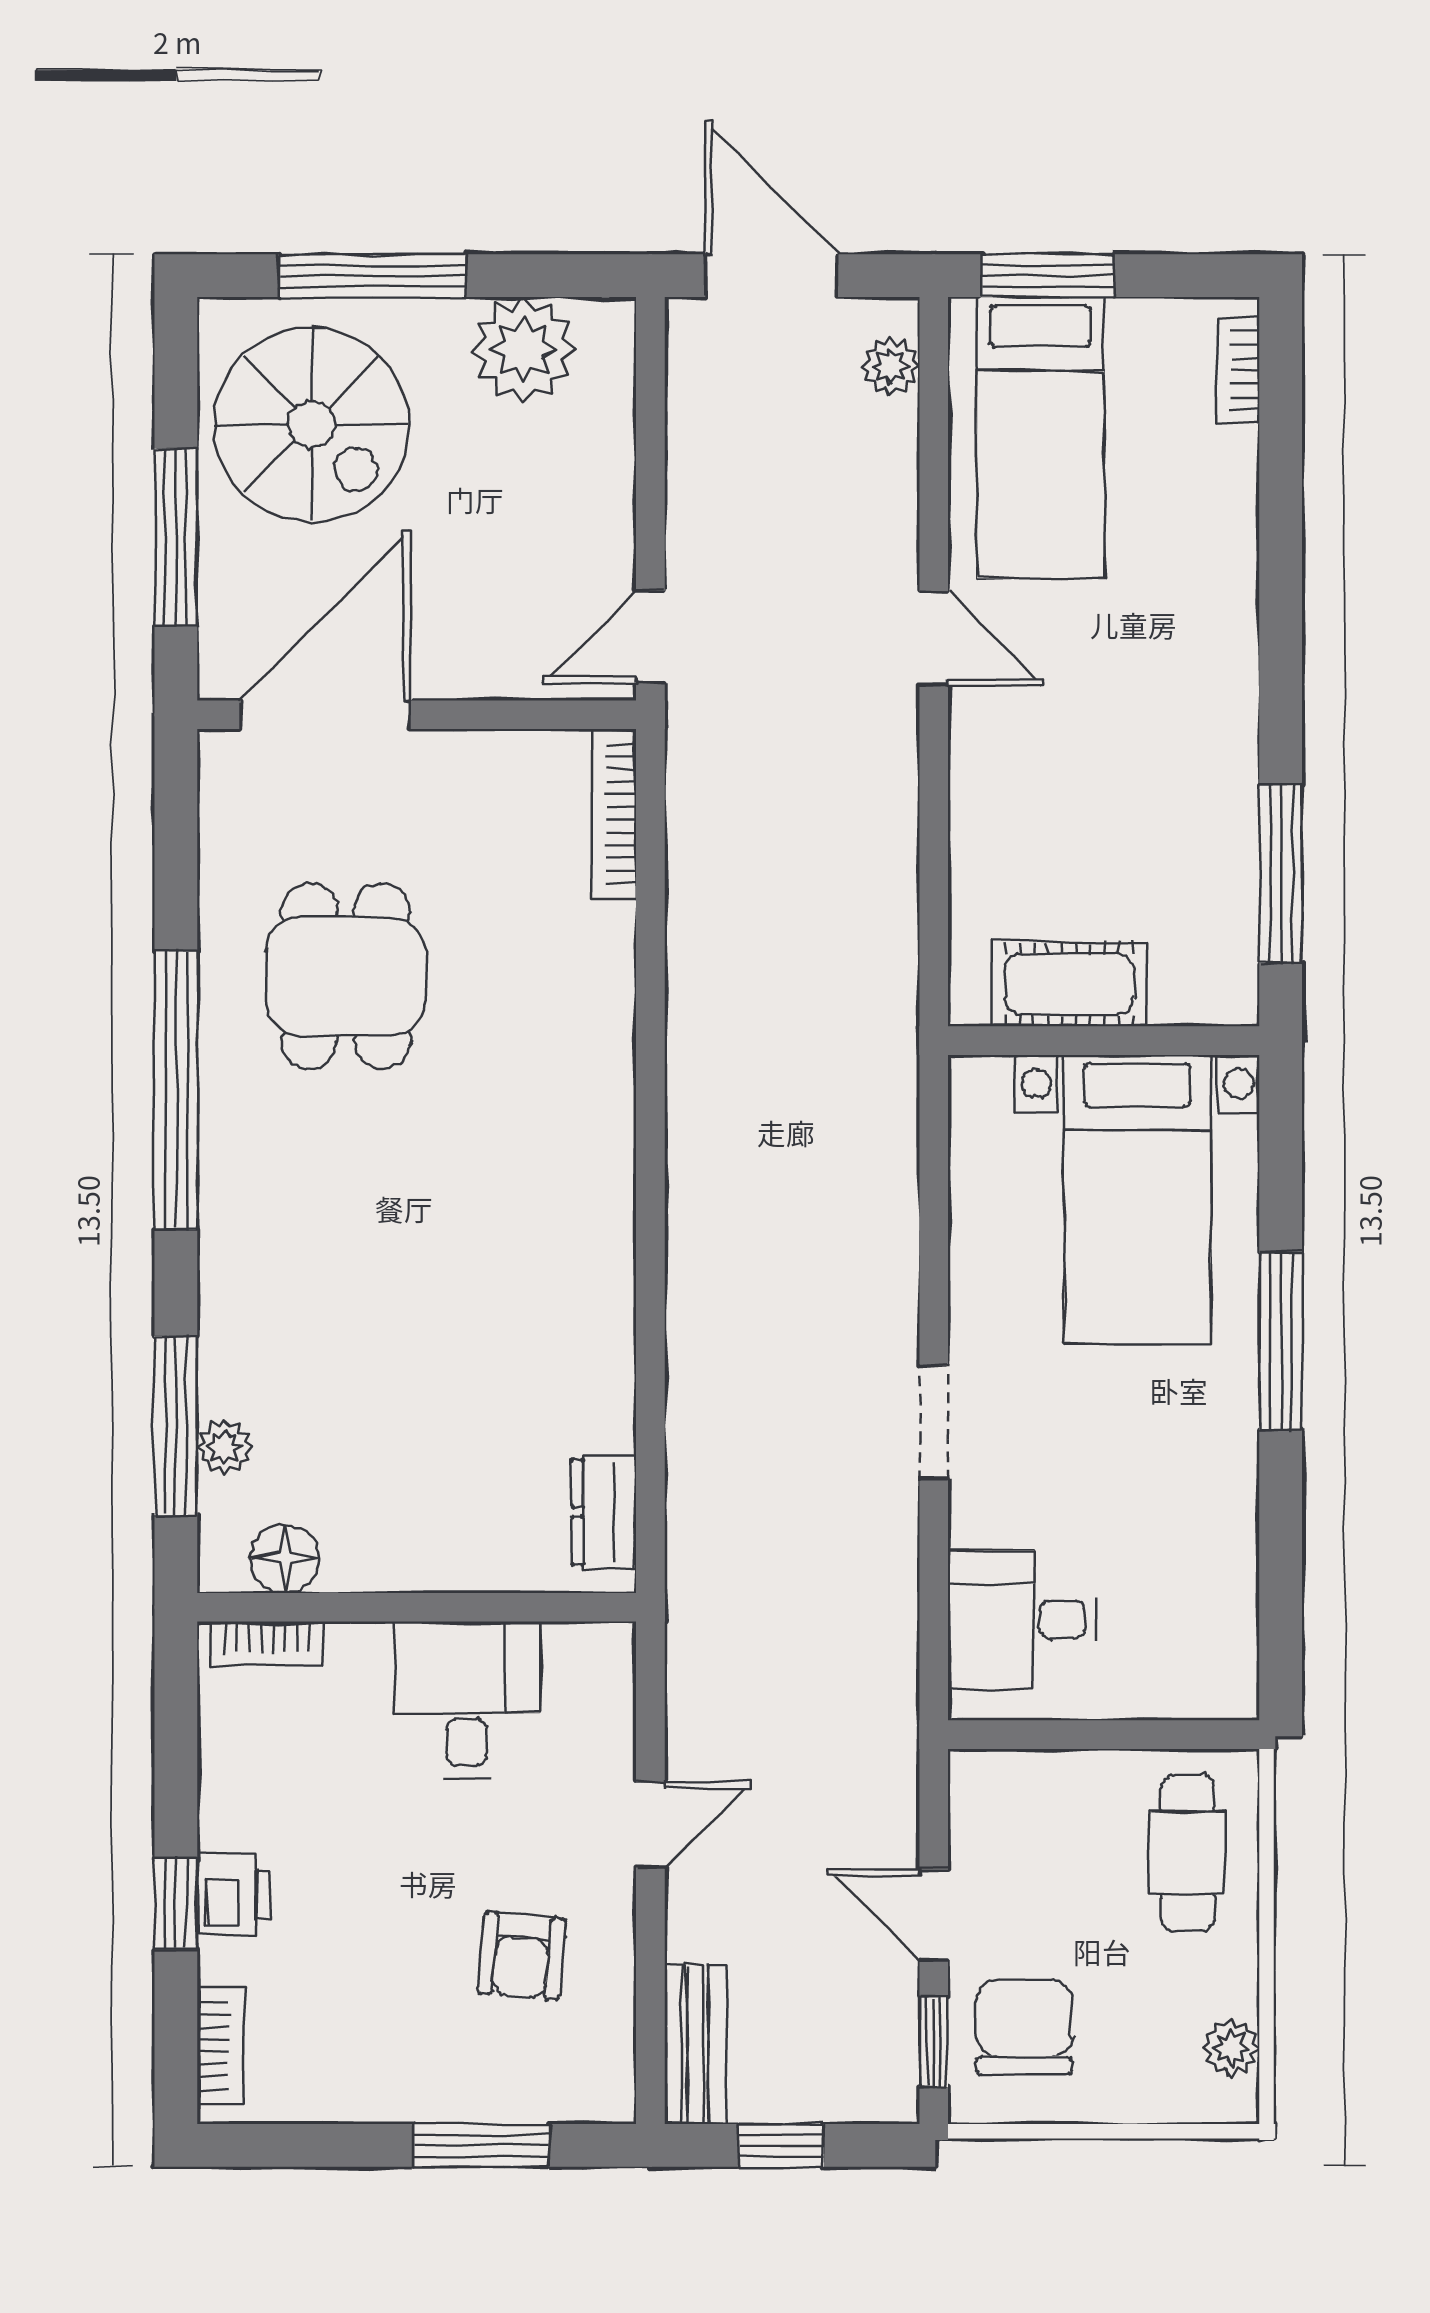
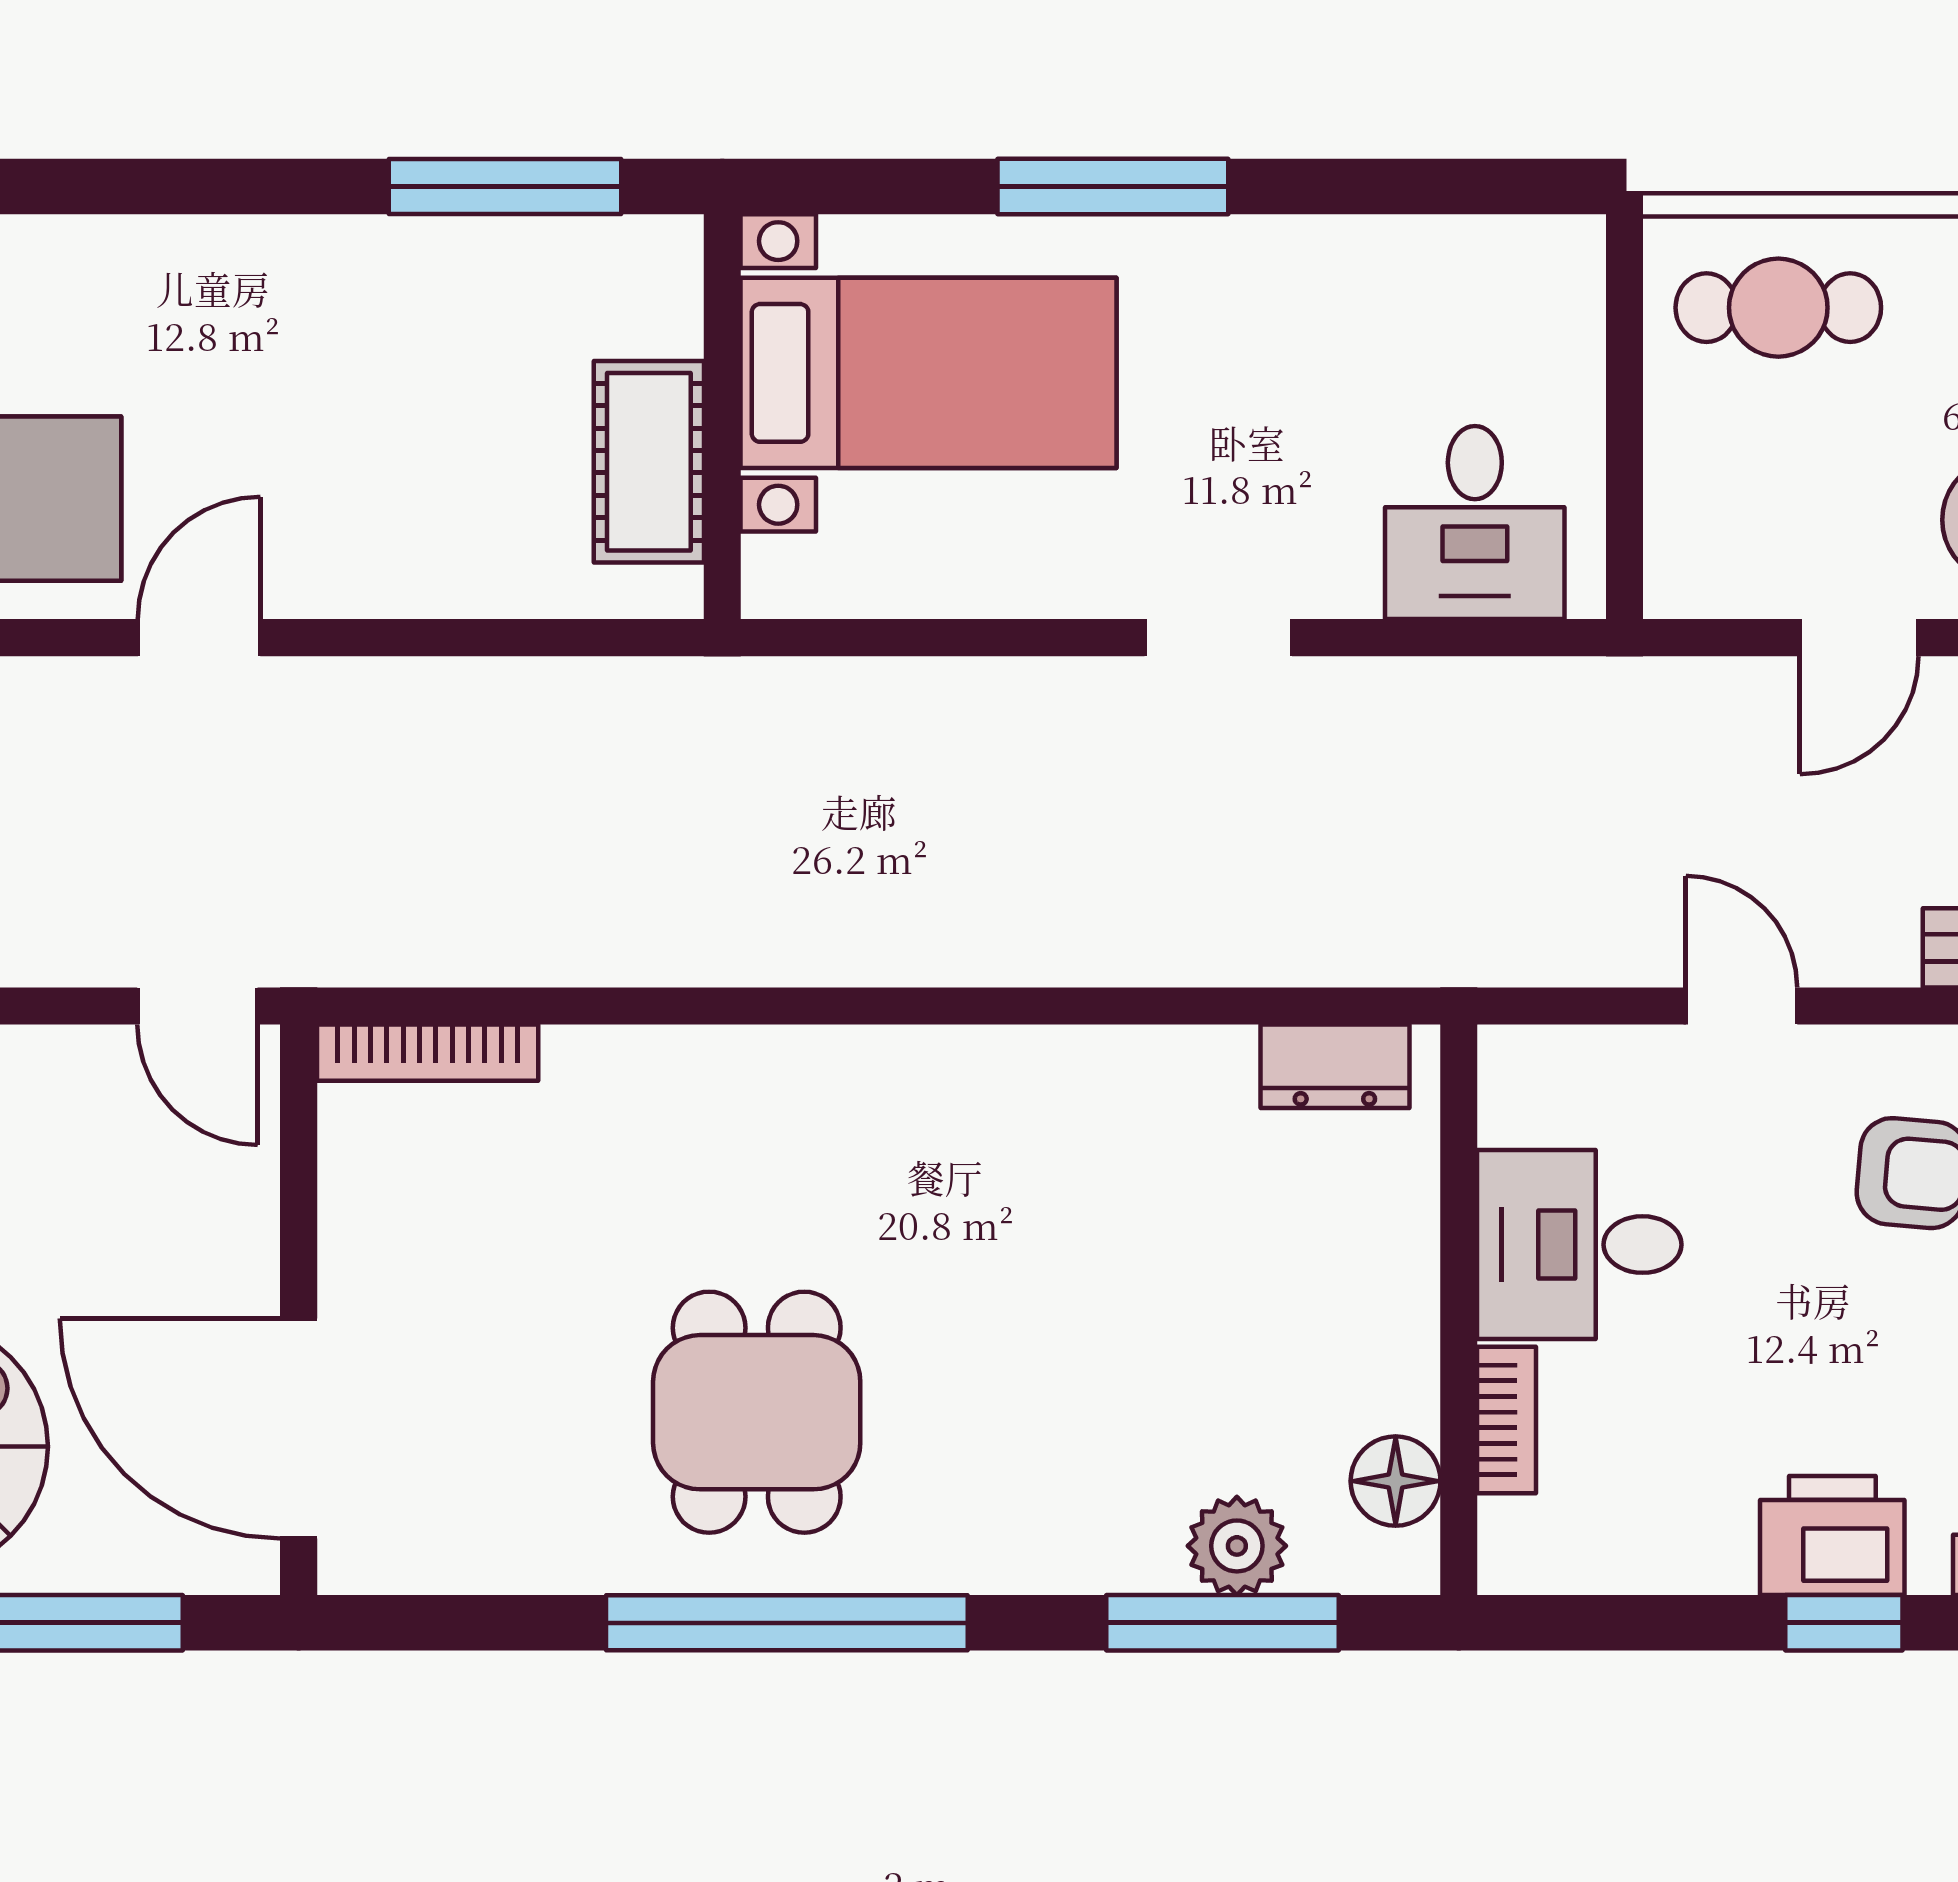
dining table: (346, 976) -> (757, 1412), moved, turned 90
plant: (225, 1447) -> (1237, 1546), width x1.38, depth x1.38
bookcase: (267, 1644) -> (1507, 1420), moved
printer: (234, 1895) -> (1832, 1536), width x1.36, depth x1.24

